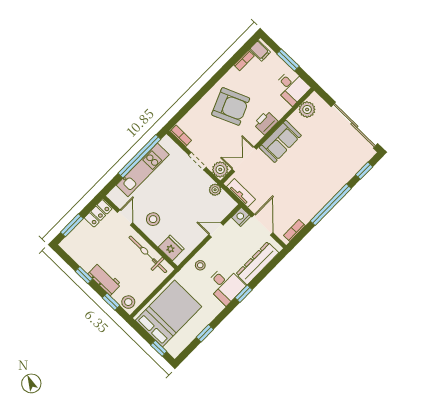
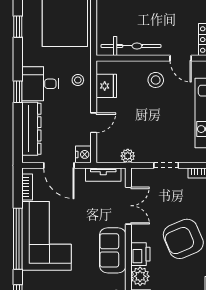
plant: (220, 169) -> (140, 276), moved
corner sofa: (312, 189) -> (47, 236), added
fridge: (171, 248) -> (106, 86), moved, turned -90

